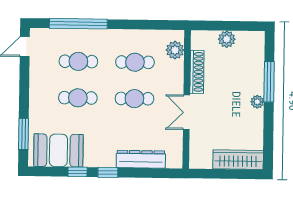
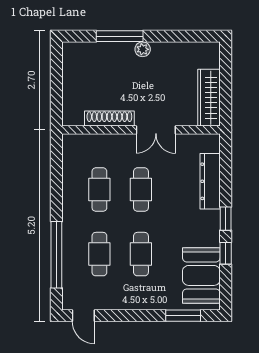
plant: (227, 39) -> (72, 85), removed
plant: (175, 50) -> (85, 144), removed
wardrobe: (238, 160) -> (209, 98), moved

